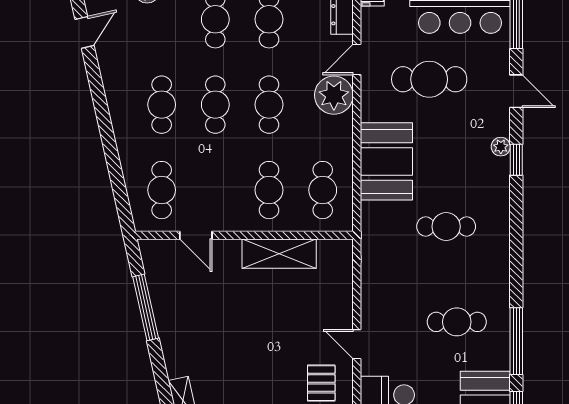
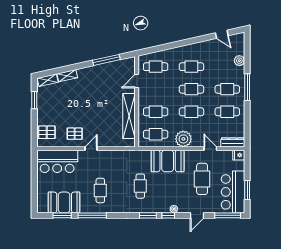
plant: (334, 95) -> (183, 139), moved
window: (516, 208) -> (148, 215), added
shelving: (279, 254) -> (129, 116), width x1.47

